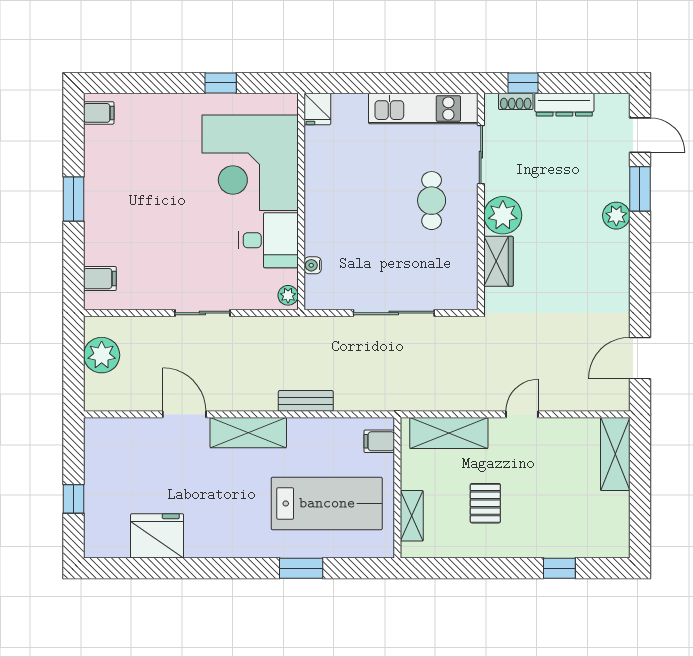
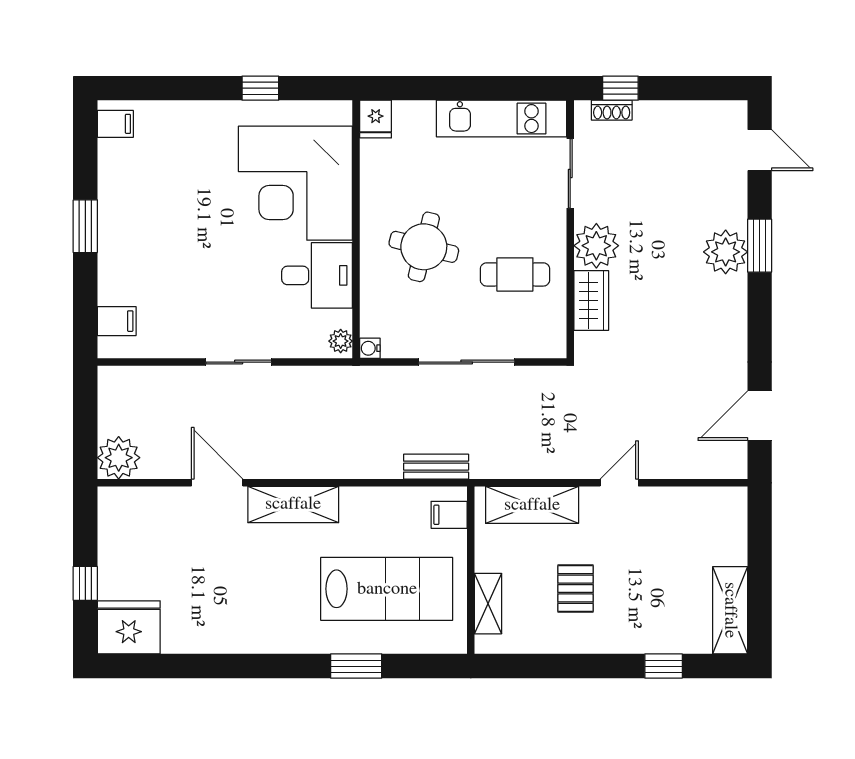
dresser: (564, 105) -> (670, 114), removed
window: (640, 189) -> (760, 246), moved
cafe table: (432, 201) -> (515, 274), moved, turned 90
round table: (358, 216) -> (424, 247), added
plant: (616, 216) -> (726, 252), width x1.36, depth x1.36
water cooler: (313, 265) -> (370, 348), moved
plant: (102, 355) -> (119, 458), moved
bench: (306, 401) -> (436, 467), moved
shelving: (615, 454) -> (730, 610), moved
fridge: (157, 536) -> (129, 627), moved

